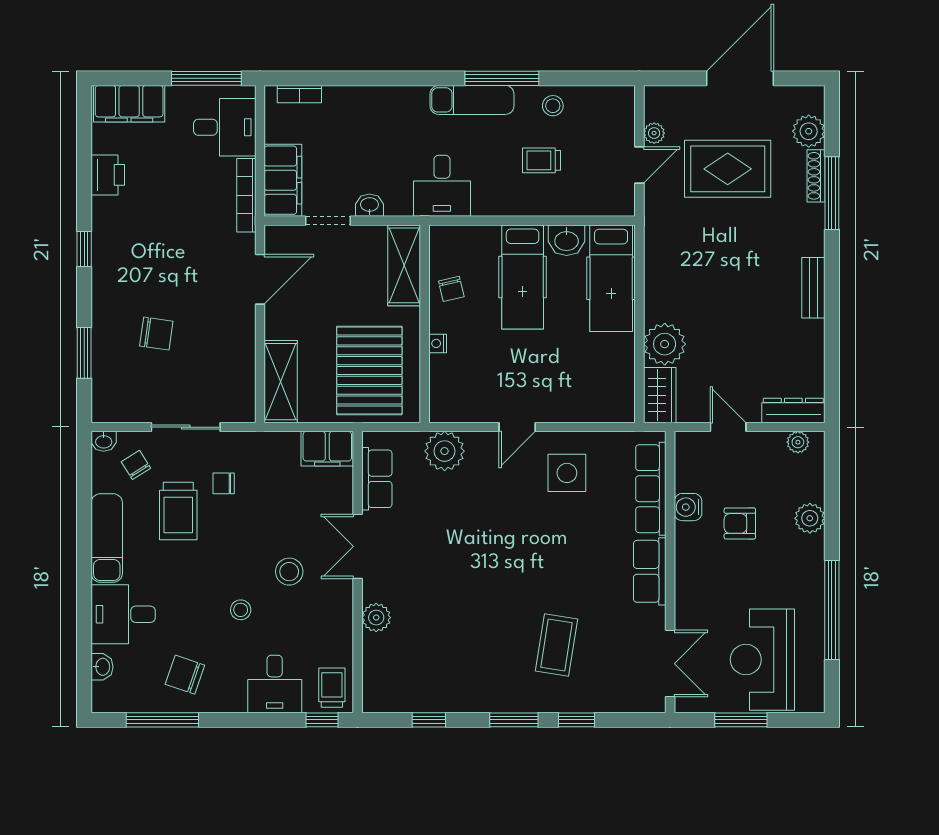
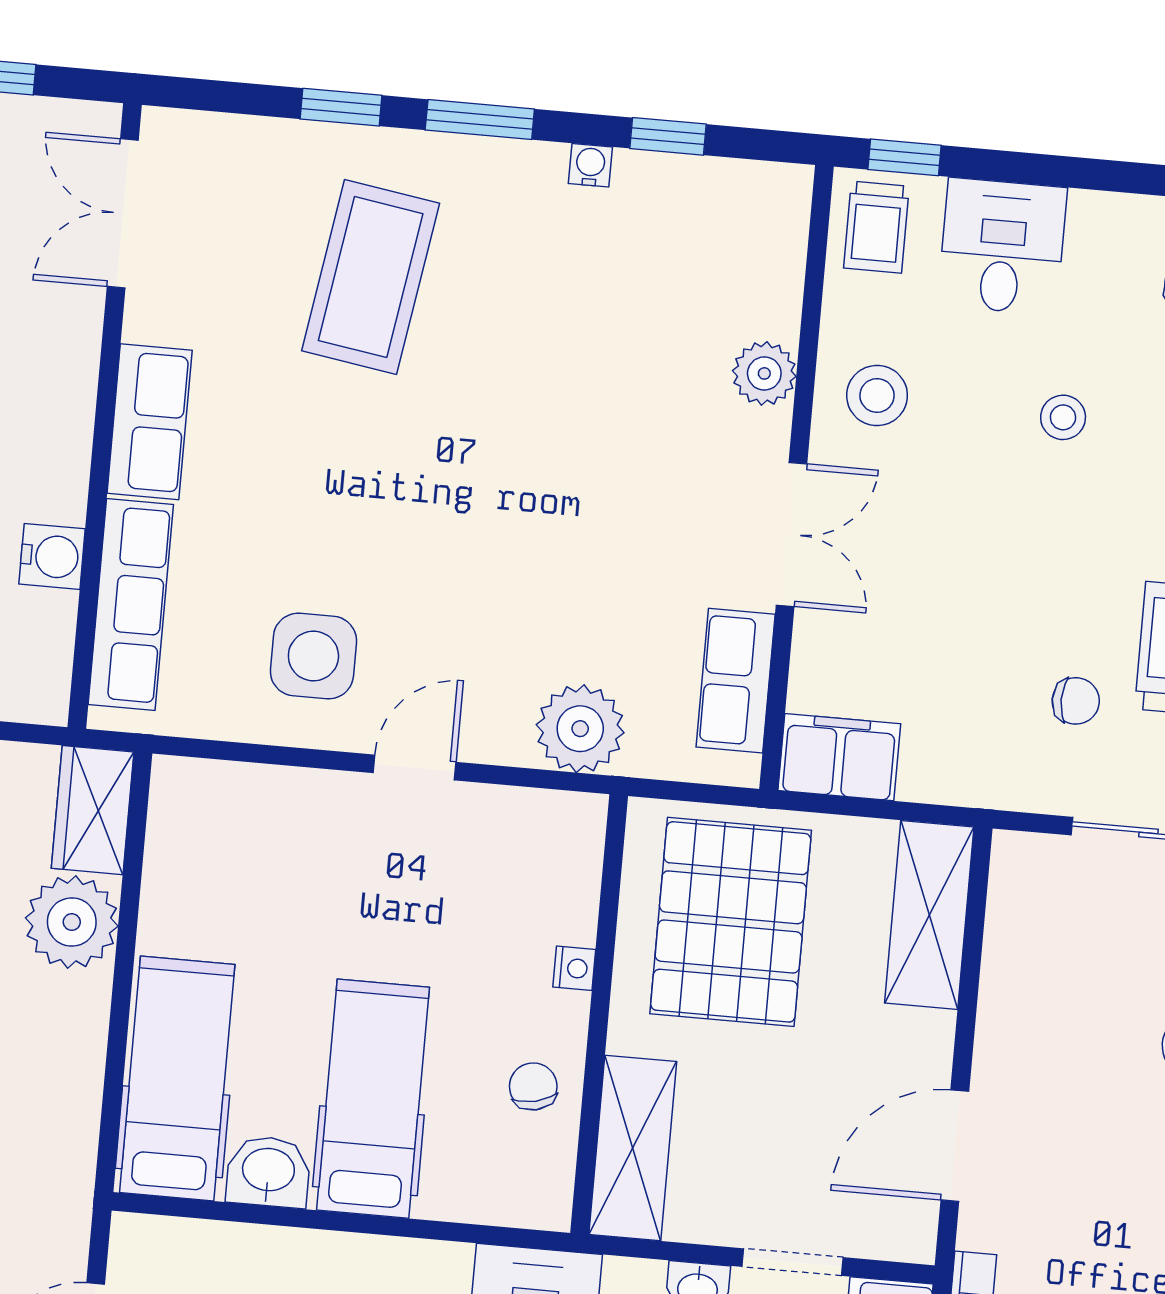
stool: (289, 572) -> (877, 395), moved
coffee table: (556, 645) -> (371, 277), width x1.36, depth x1.32
water cooler: (462, 704) -> (590, 165), added

